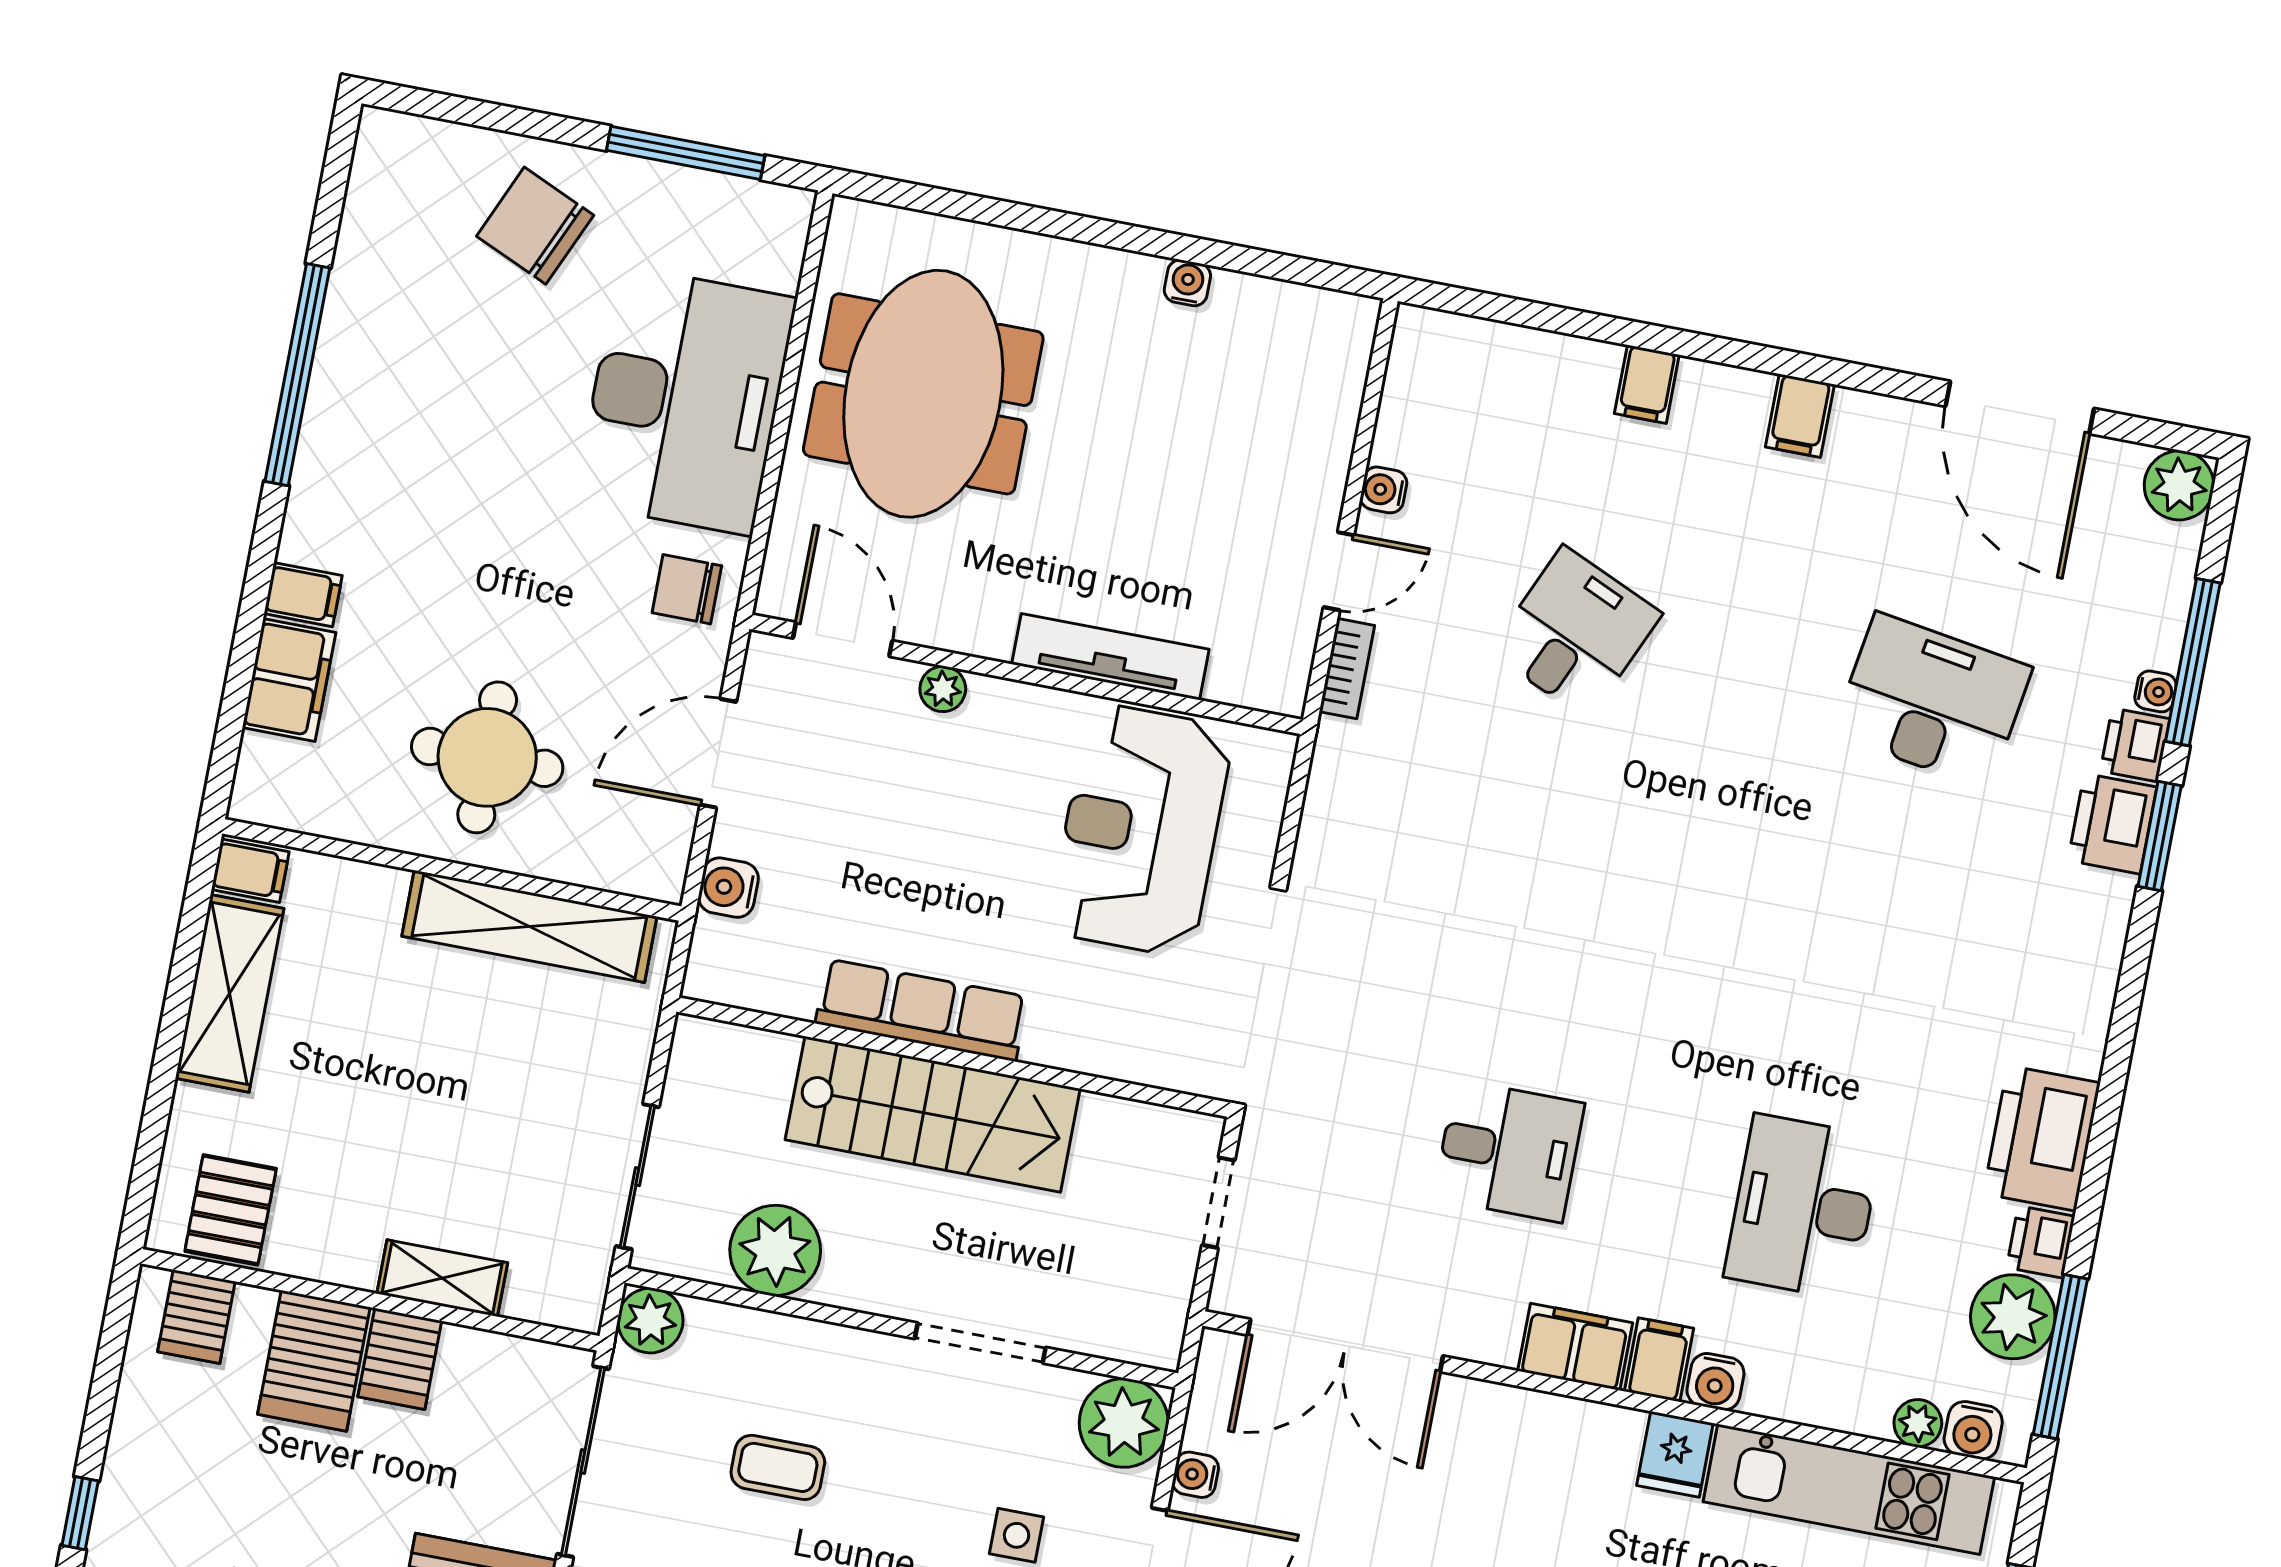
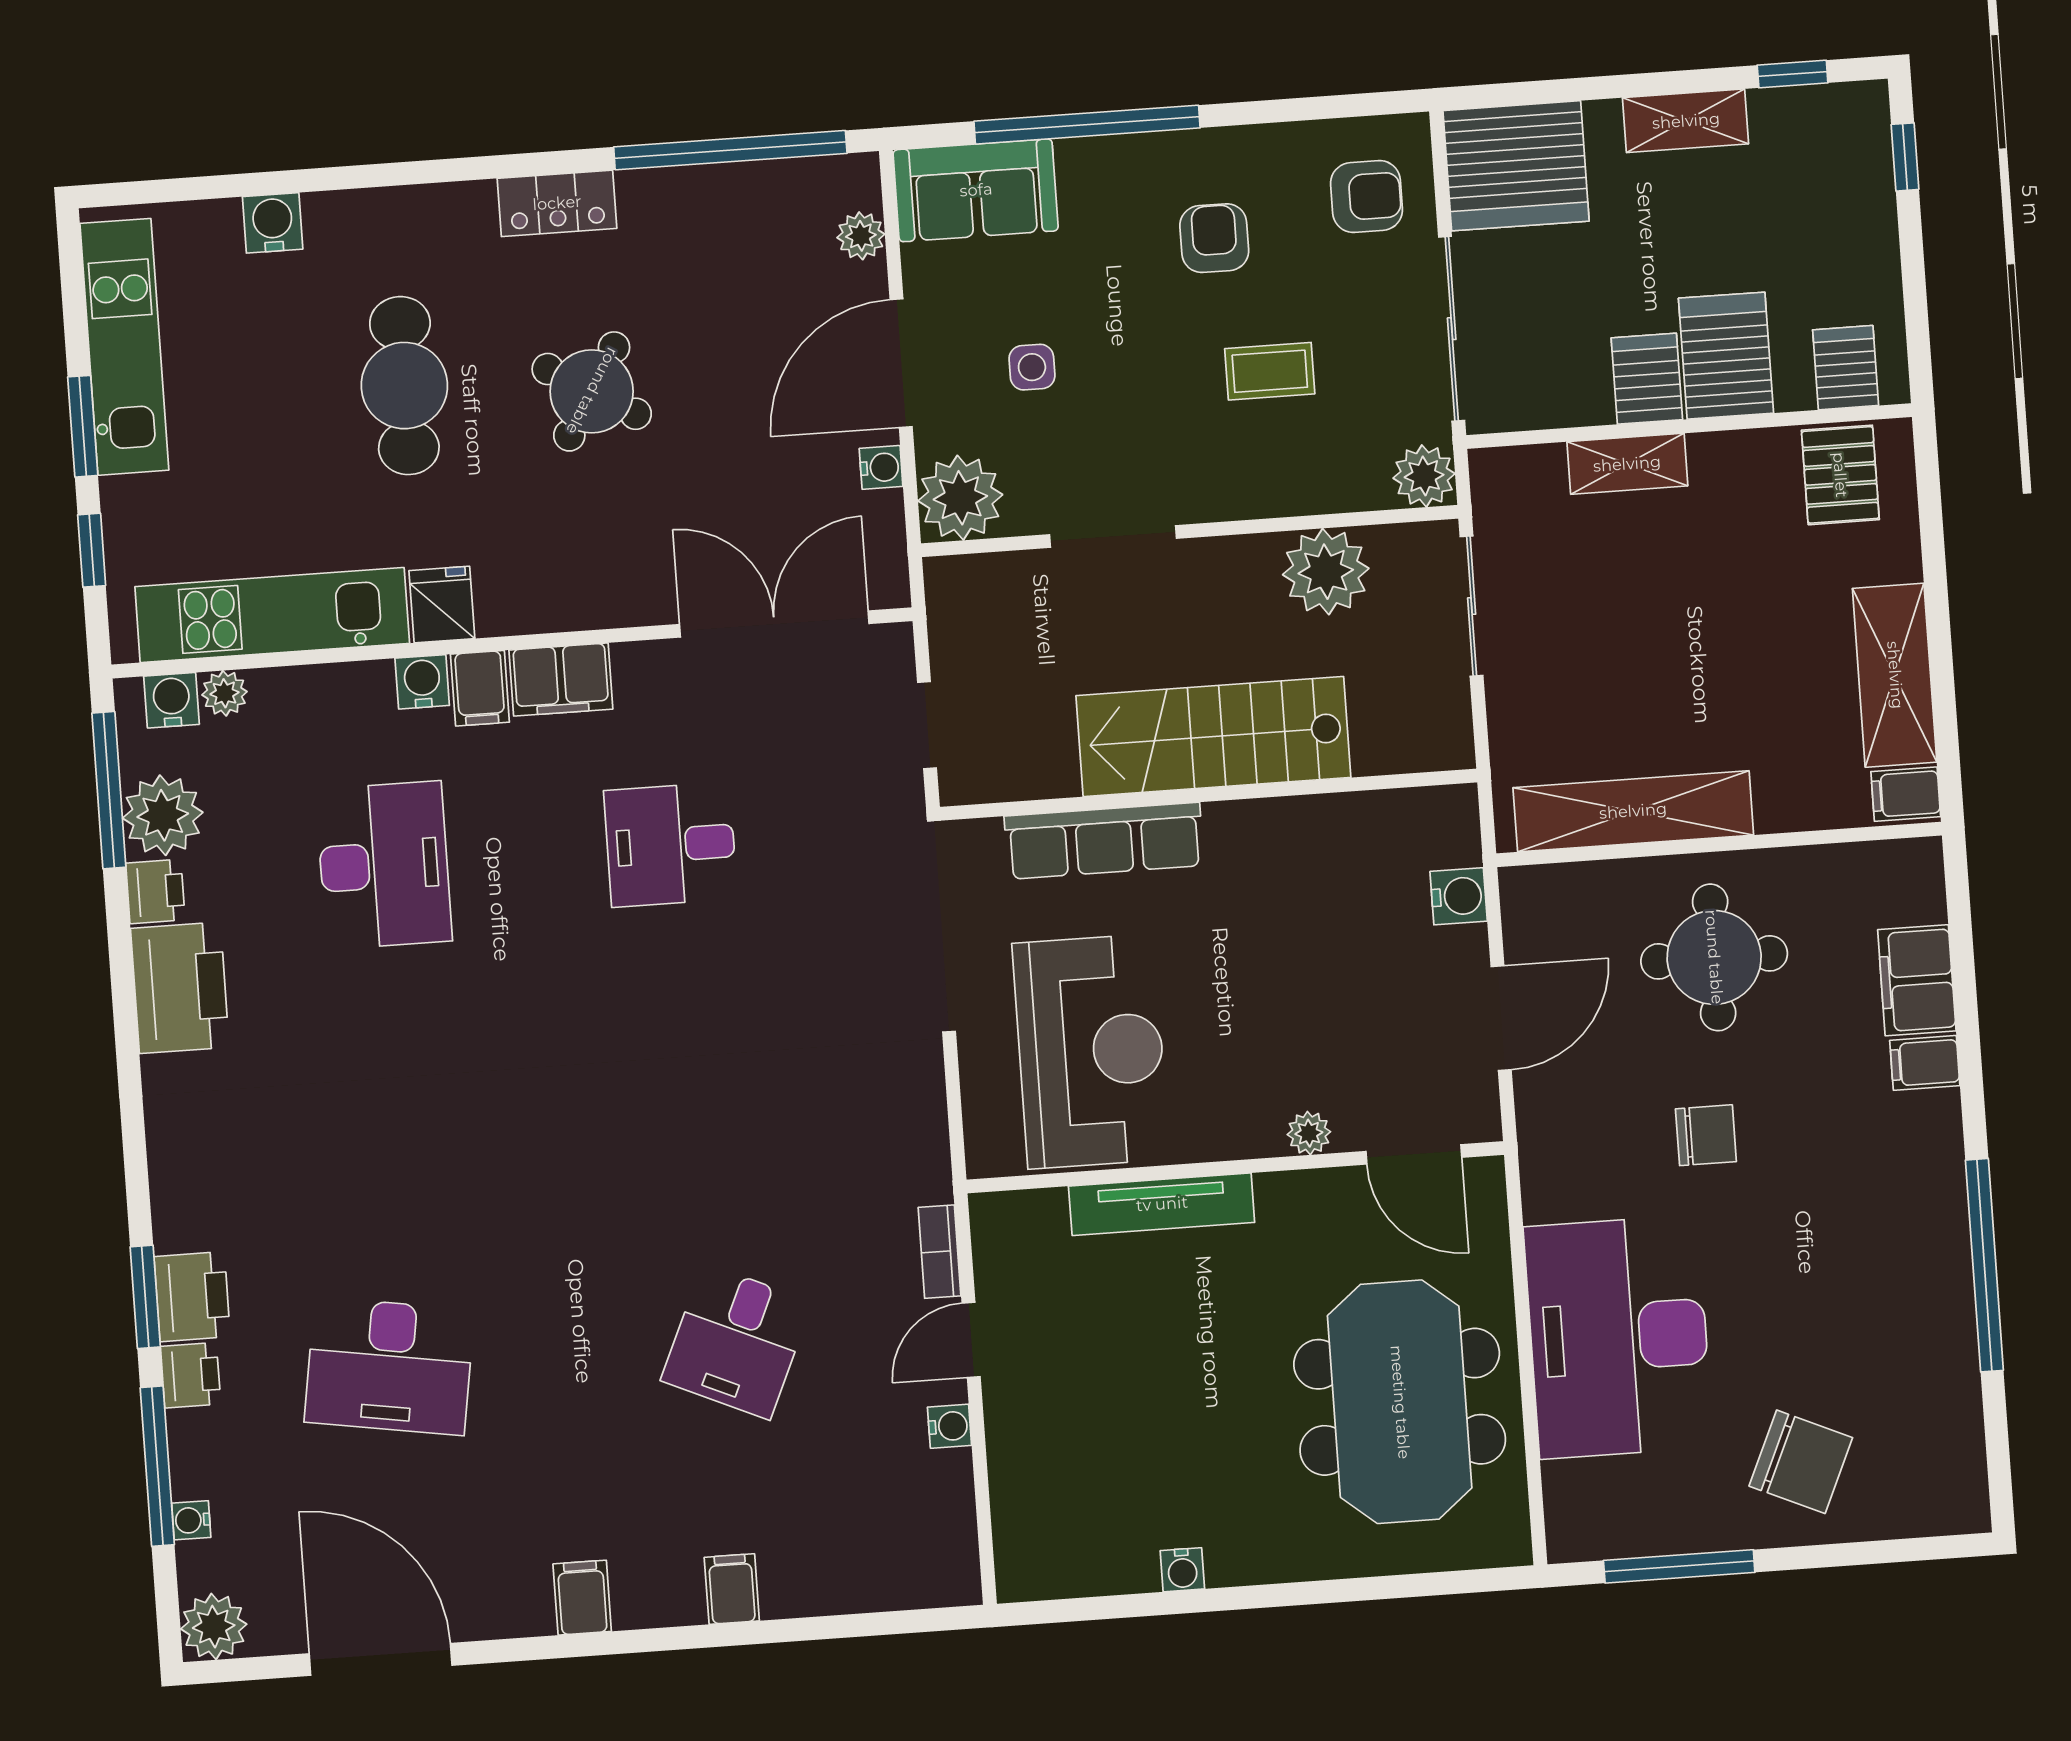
chair: (687, 589) -> (1706, 1135), moved
water cooler: (2155, 691) -> (191, 1520), moved
row of seats: (921, 1010) -> (1104, 841), moved

